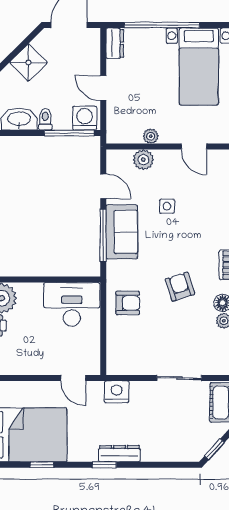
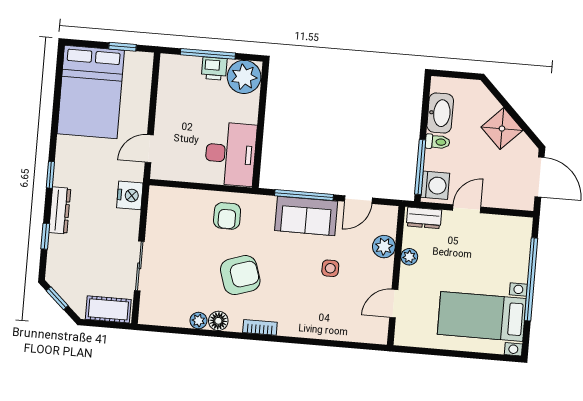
dresser: (115, 43) -> (424, 218), moved
armchair: (180, 287) -> (240, 275), width x1.38, depth x1.38
dresser: (119, 454) -> (60, 210), moved
window: (42, 465) -> (45, 236), moved

